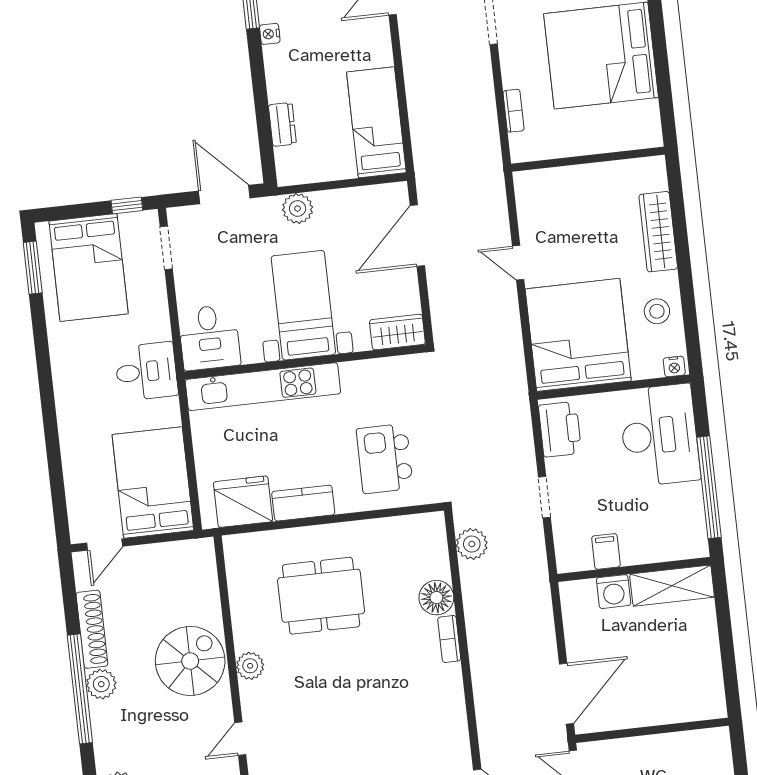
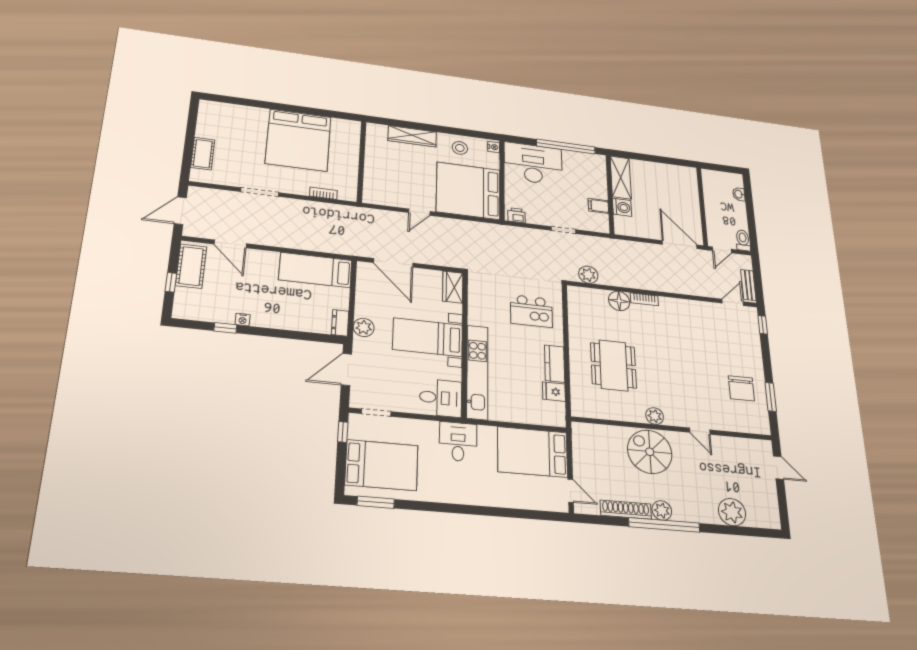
dresser: (282, 124) -> (340, 323), moved, turned -90
printer: (560, 429) -> (517, 215), width x0.53, depth x0.68
fridge: (243, 502) -> (554, 392), width x0.53, depth x0.75

